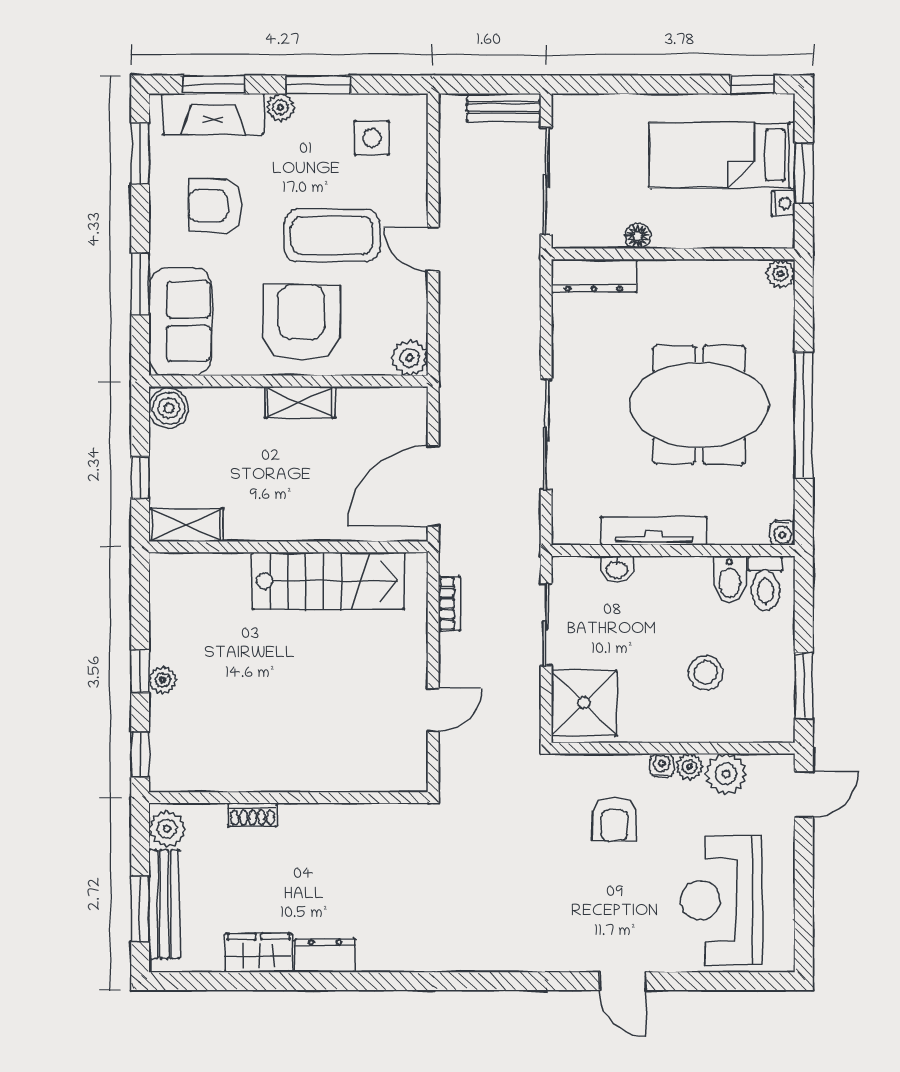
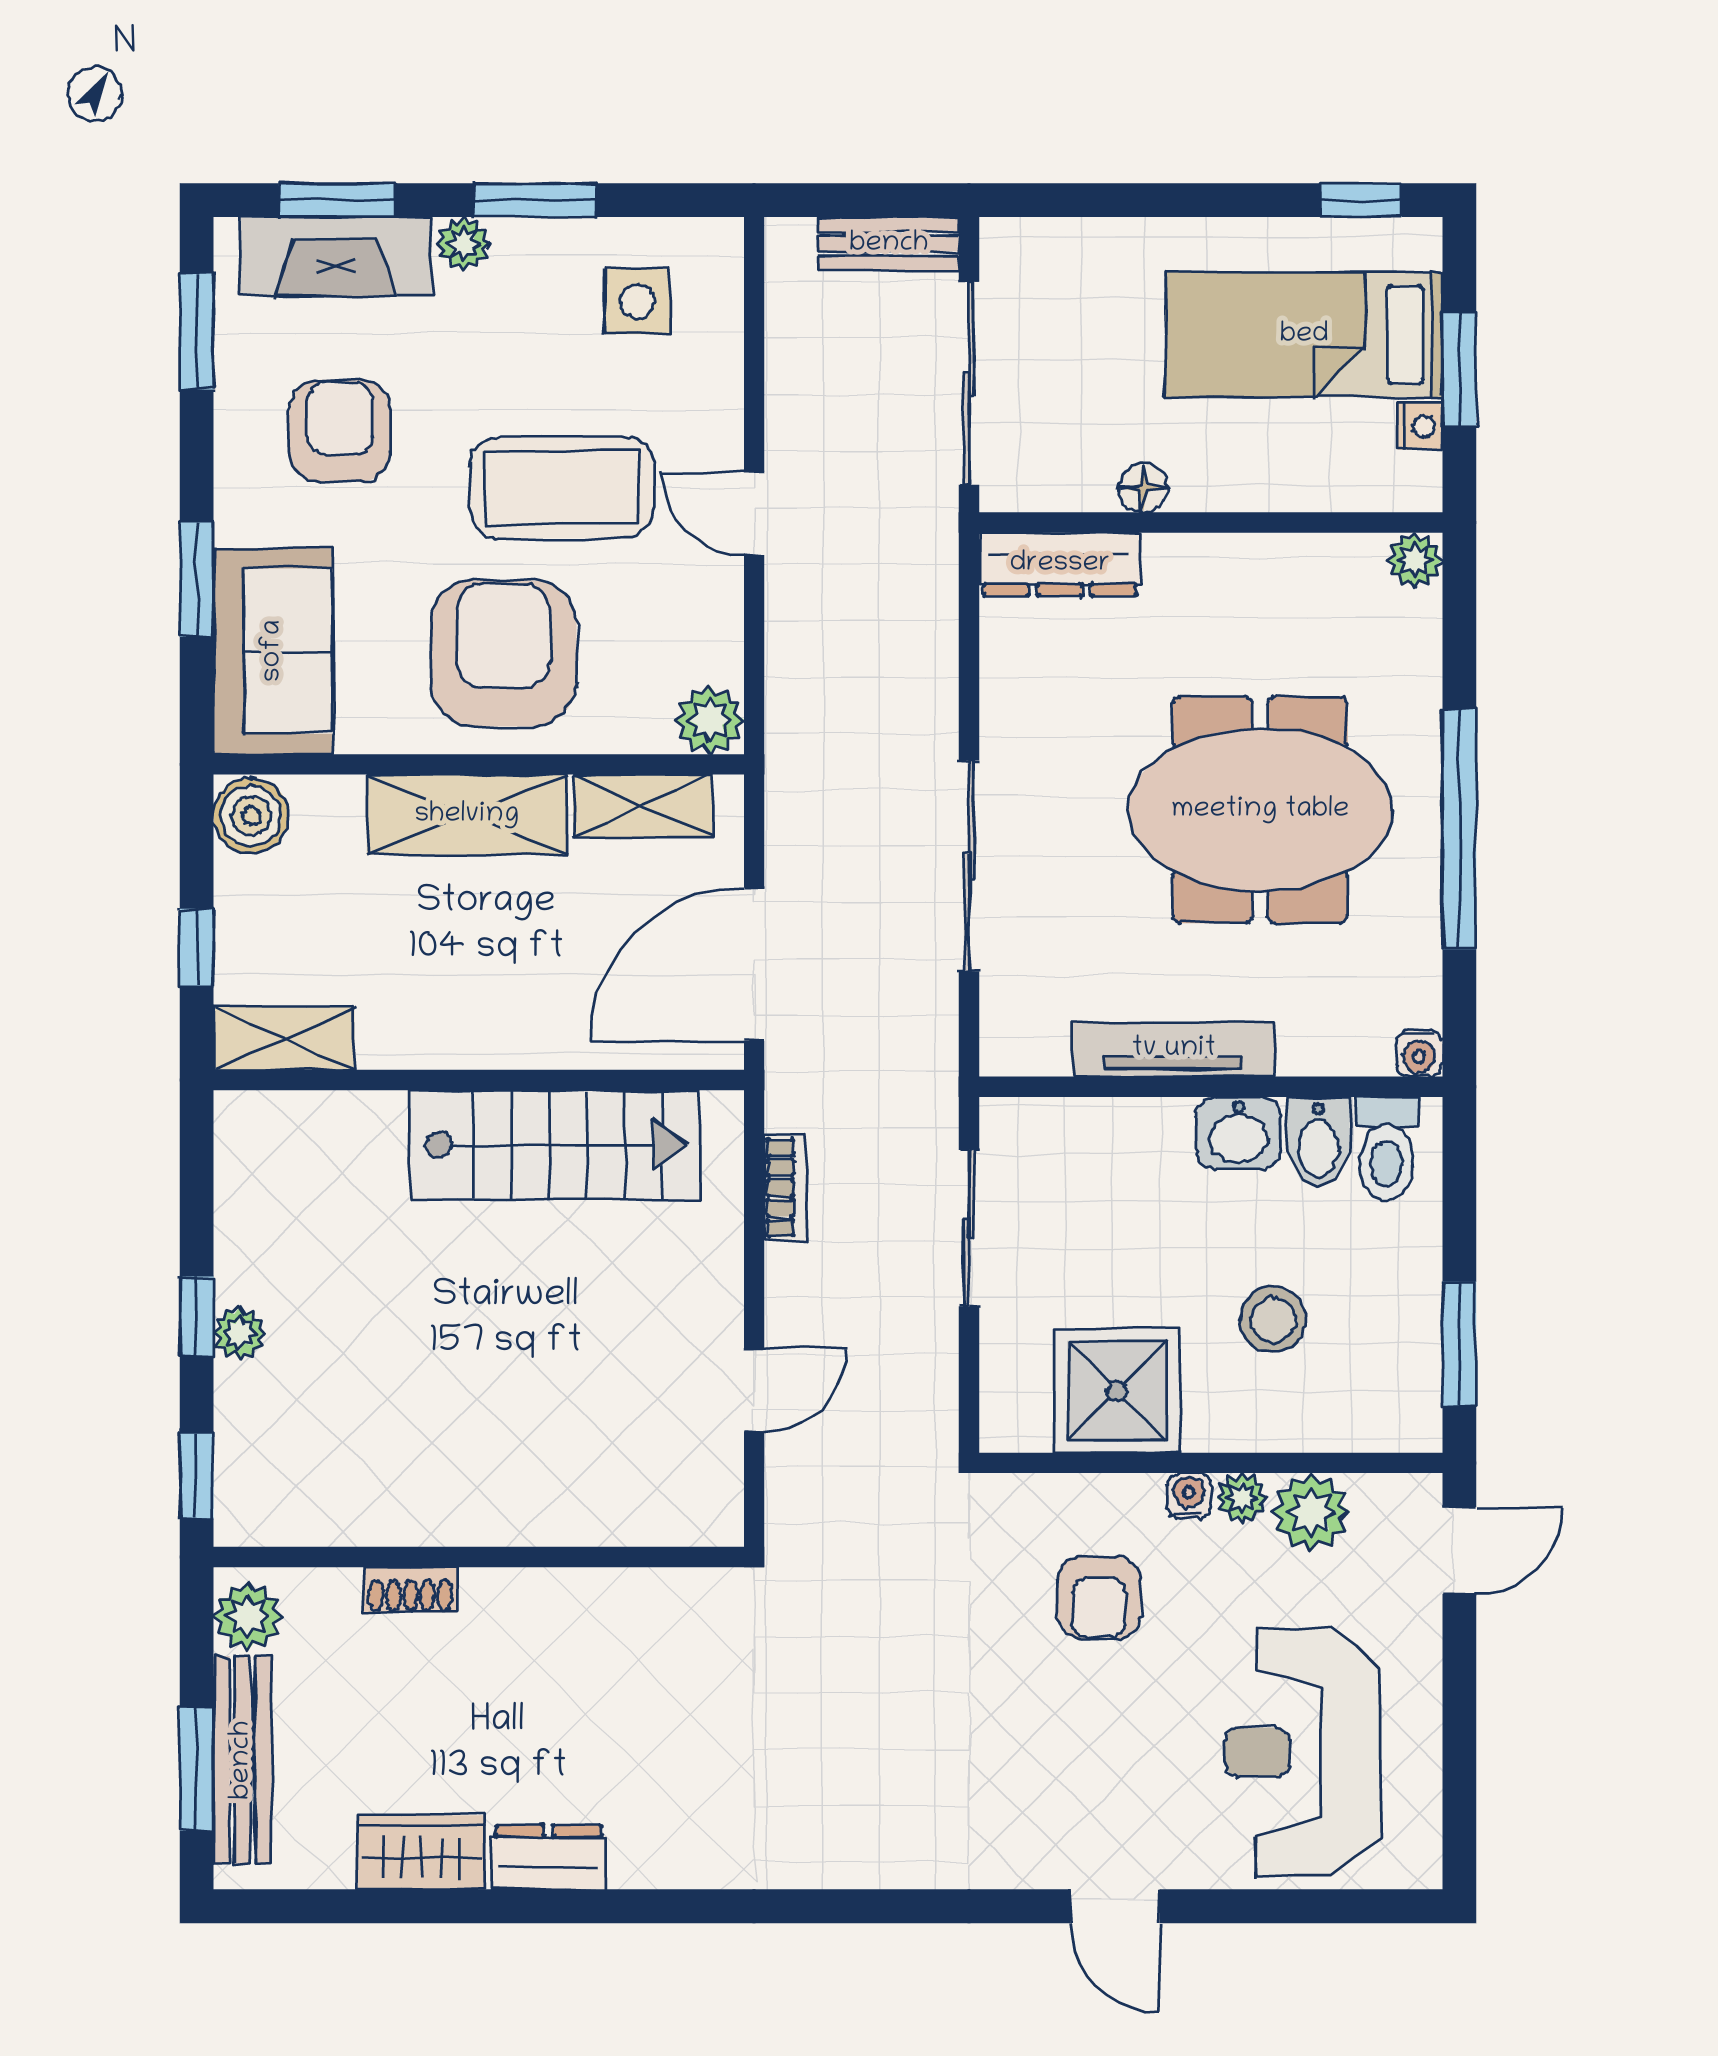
armchair: (215, 206) -> (340, 431), turned 90
shelving: (300, 402) -> (467, 815), width x1.50, depth x1.33
shelving: (375, 403) -> (643, 806), added
washbasin: (617, 569) -> (1239, 1133), moved, width x1.38, depth x1.45
shower: (584, 703) -> (1117, 1391), moved

